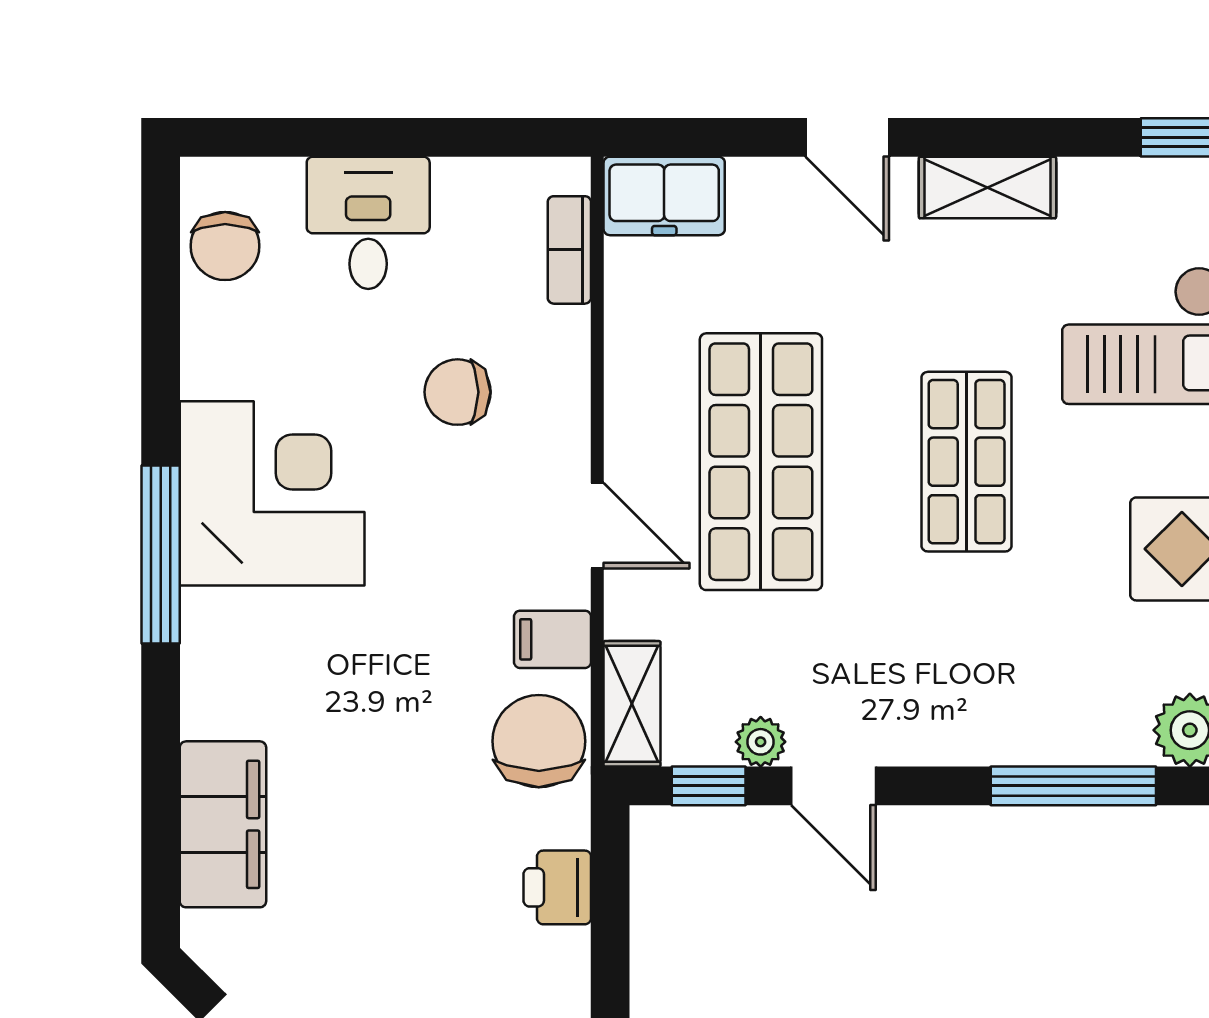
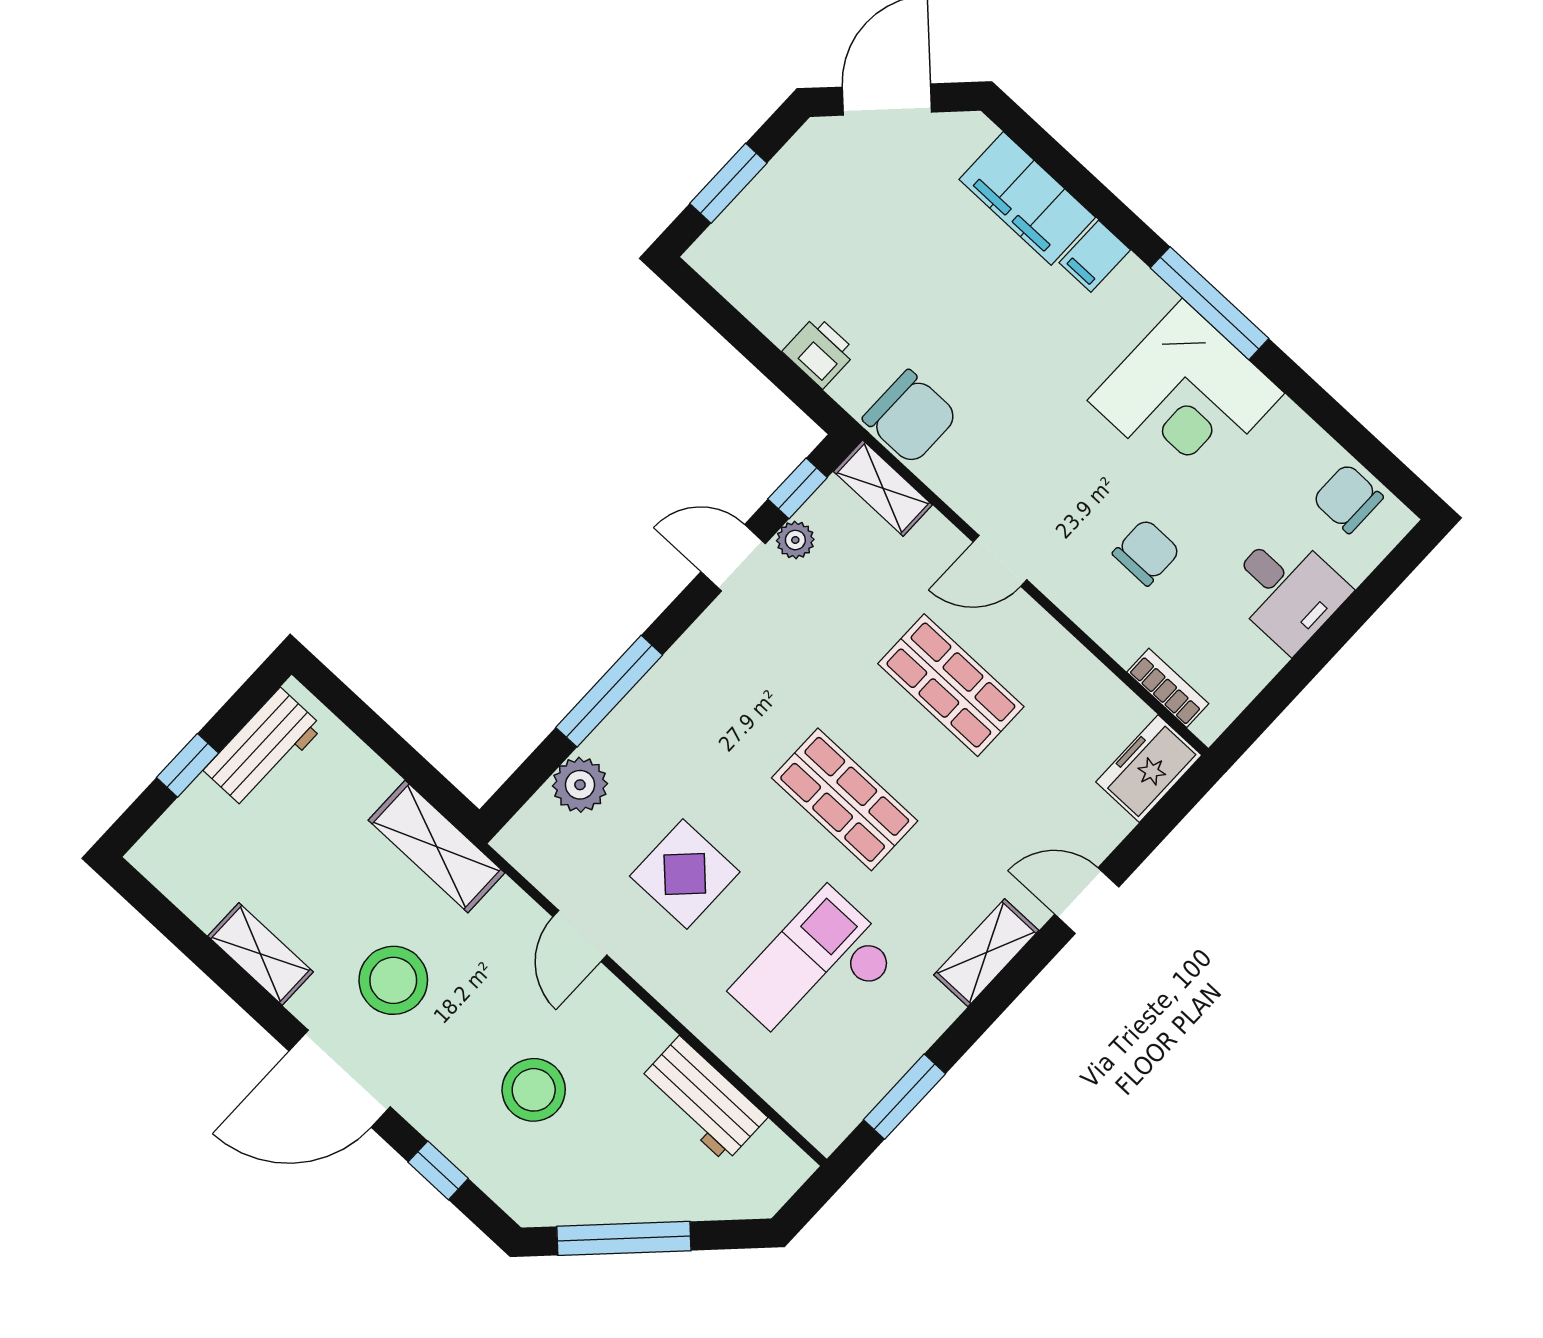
shop shelf: (761, 462) -> (951, 685), width x0.70, depth x0.74
filing cabinet: (552, 639) -> (1095, 256), moved, turned 180

